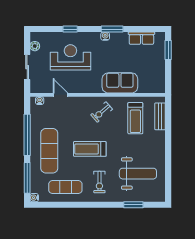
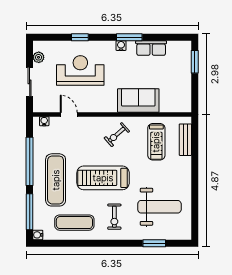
row of seats: (141, 38) -> (151, 48), moved
treadmill: (90, 149) -> (103, 178), width x1.37, depth x1.38

